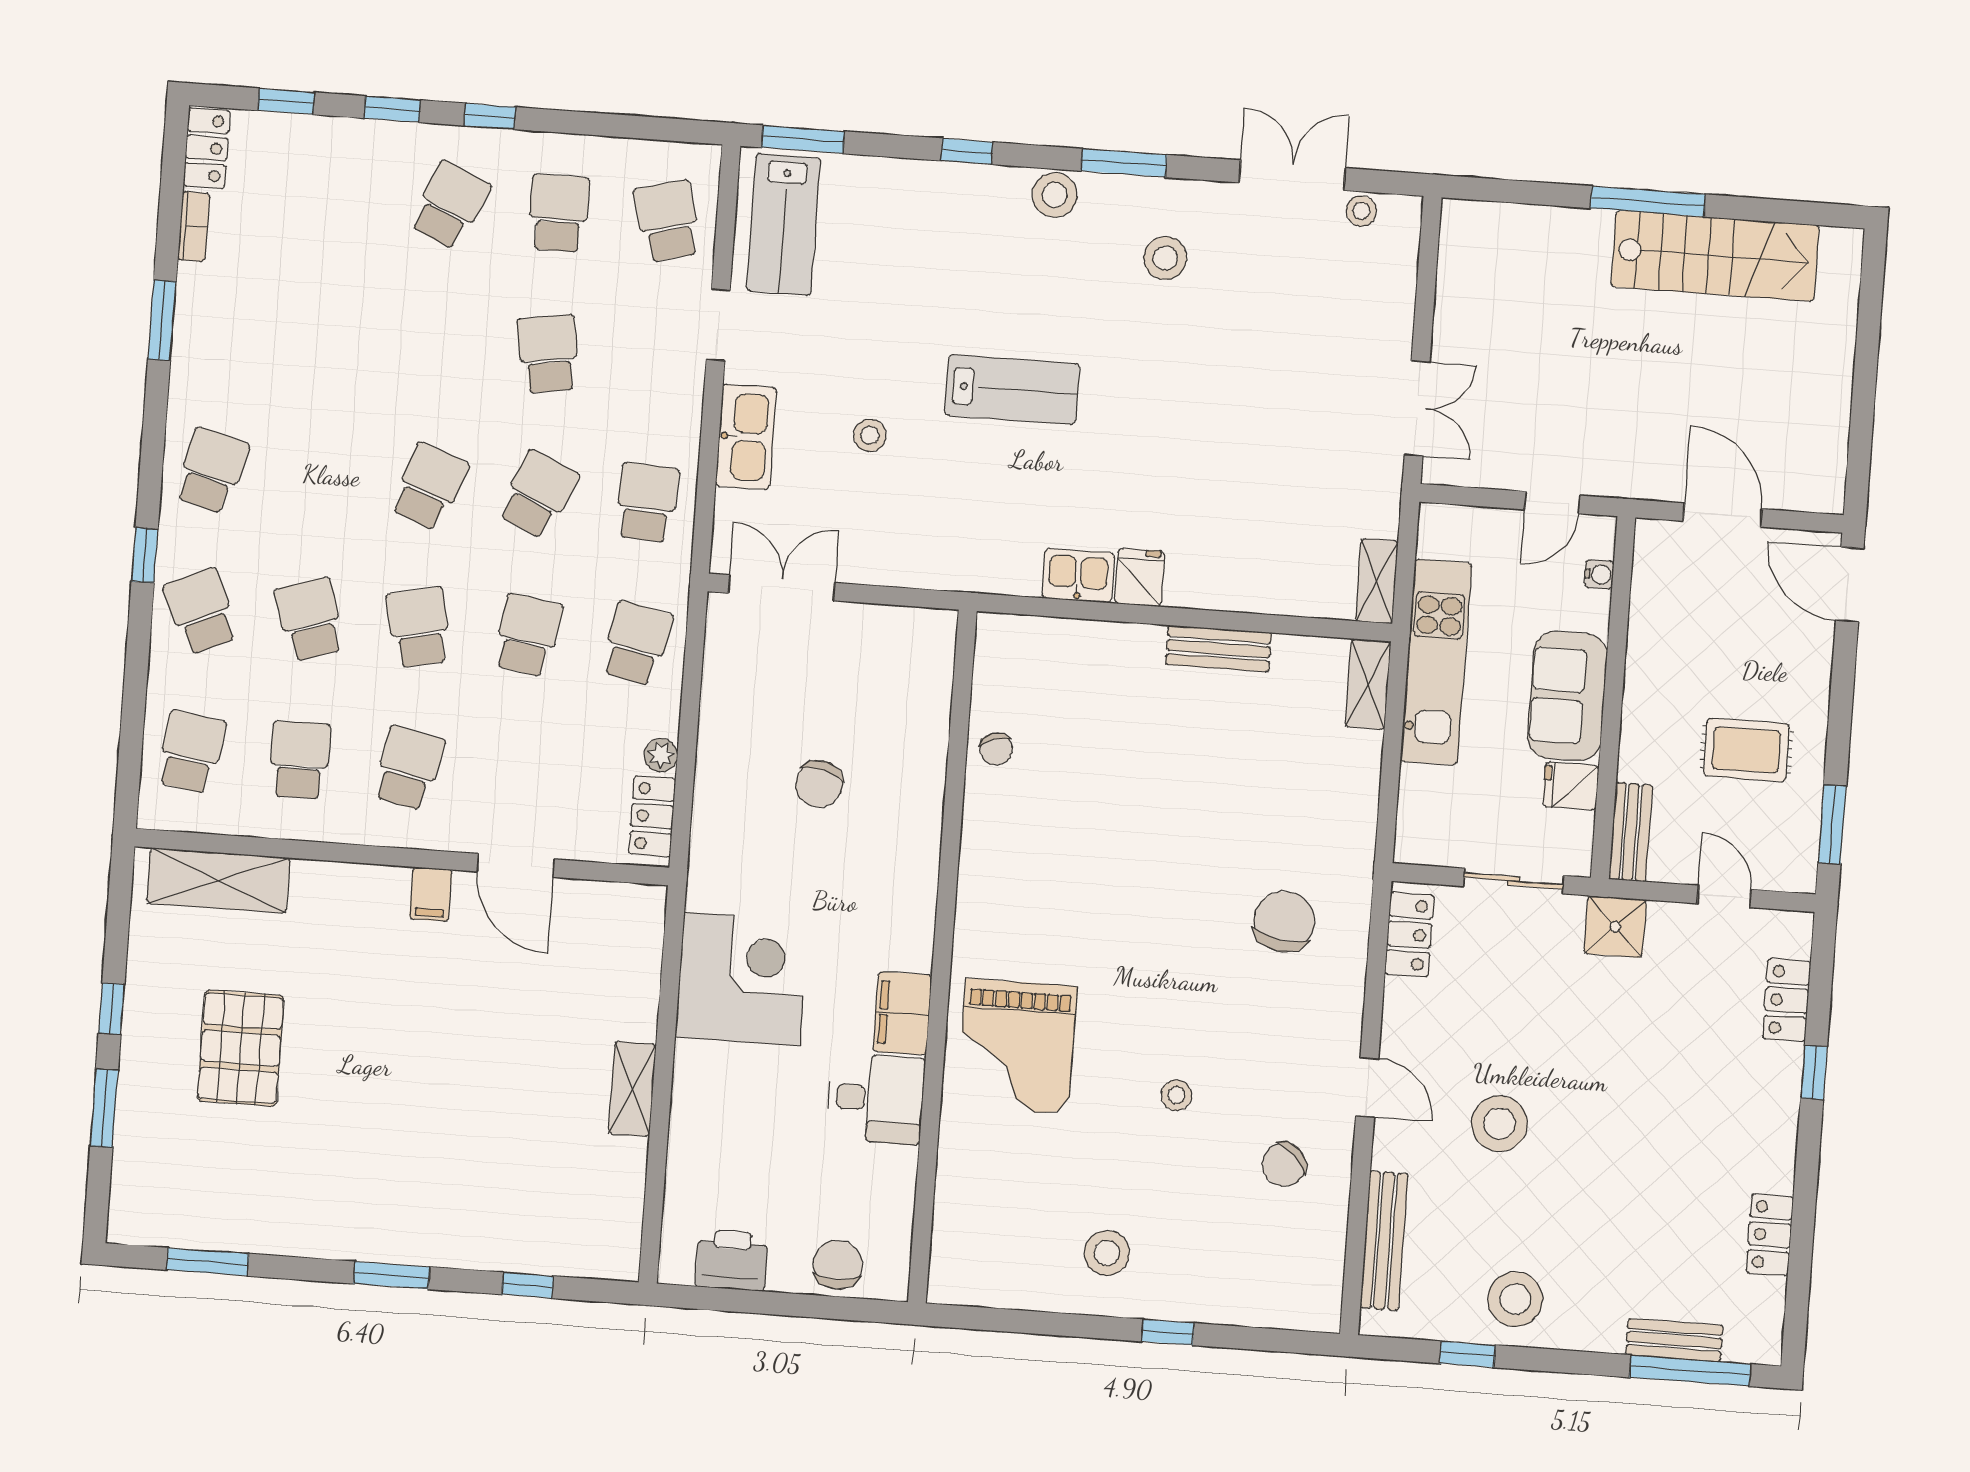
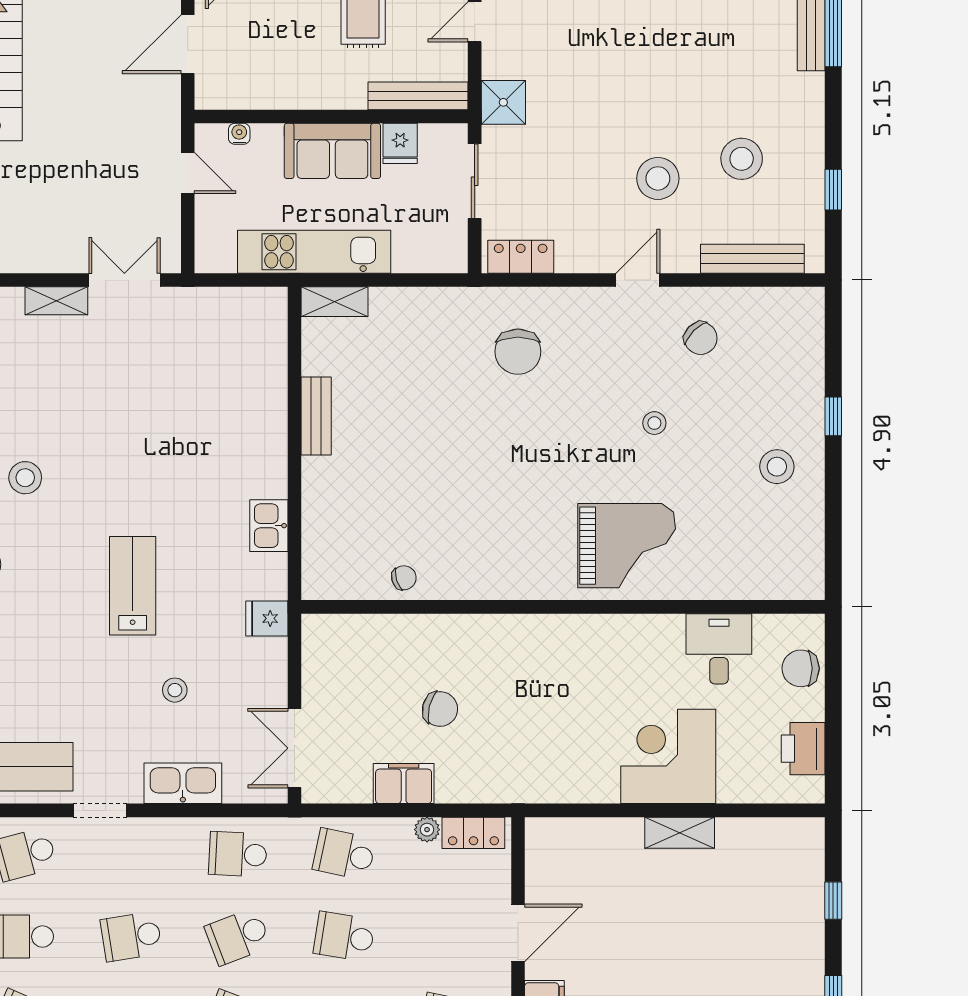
school desk: (538, 495) -> (238, 937), turned -45
fridge: (1140, 577) -> (267, 618), moved
shelving: (1377, 581) -> (56, 301), moved
bench: (1631, 832) -> (418, 96), width x1.36
chair: (1284, 922) -> (518, 352), turned -99
corner desk: (742, 979) -> (668, 756), moved
filing cabinet: (902, 1013) -> (404, 783), moved, turned 180
desk: (876, 1099) -> (719, 649), moved
stool: (1515, 1299) -> (742, 159), moved

